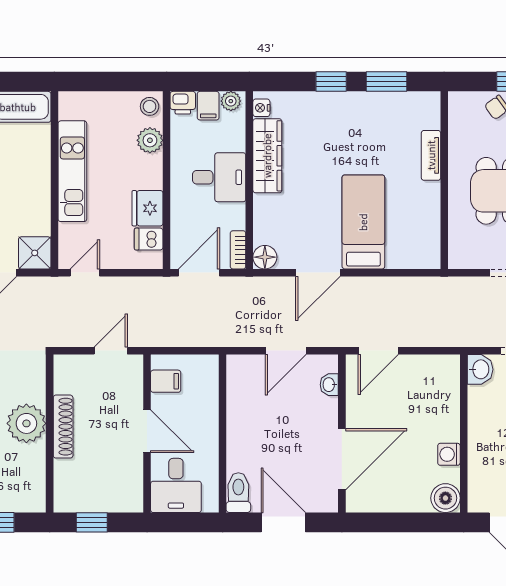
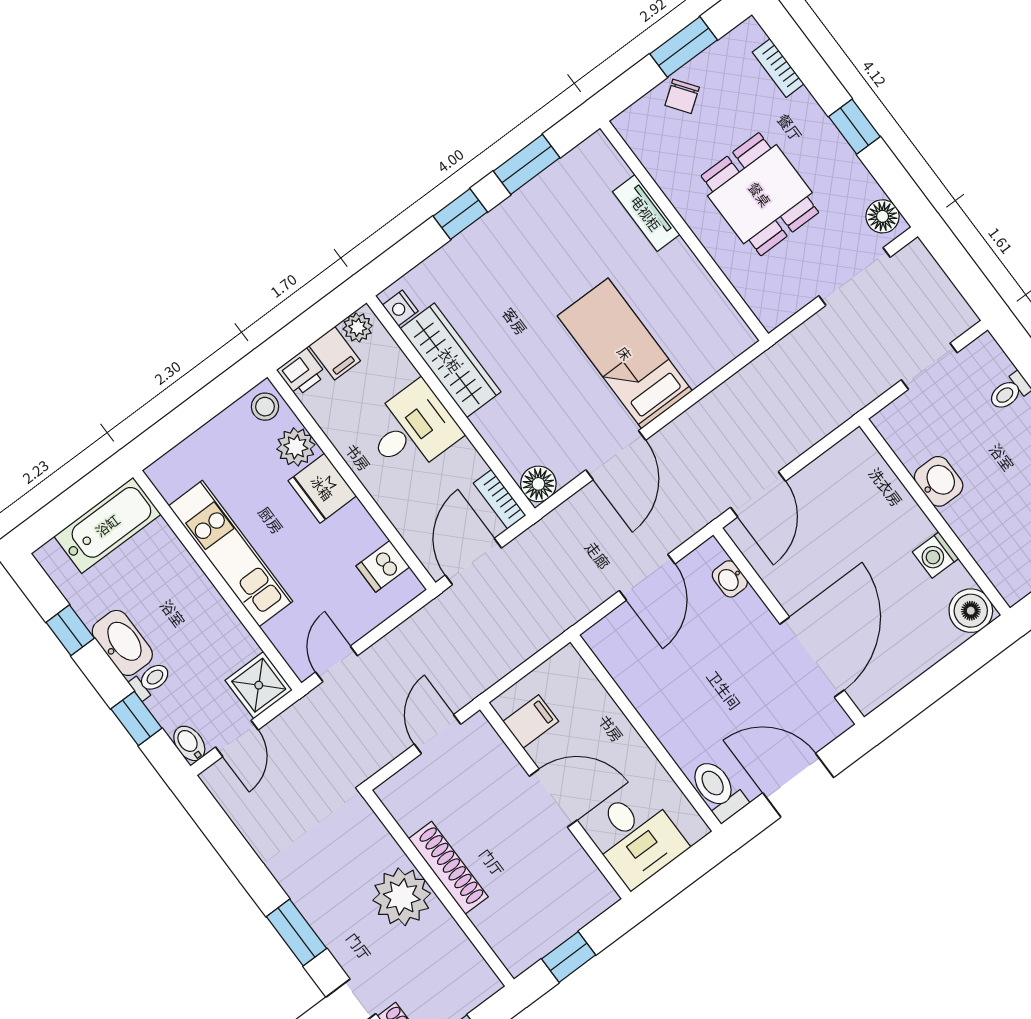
fridge: (148, 208) -> (322, 488), moved
washbasin: (480, 369) -> (939, 481), moved

